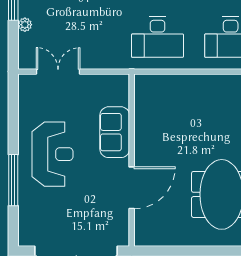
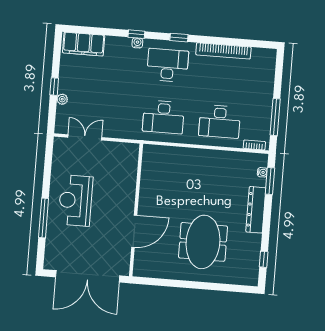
sofa: (115, 132) -> (125, 187), removed
reception desk: (53, 154) -> (75, 200), turned 180

